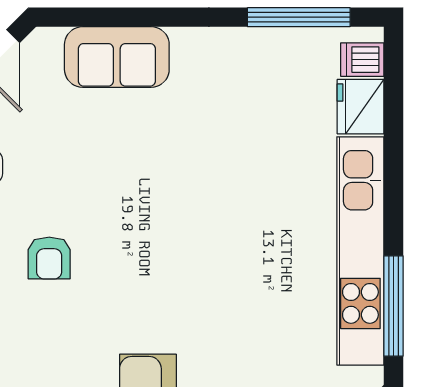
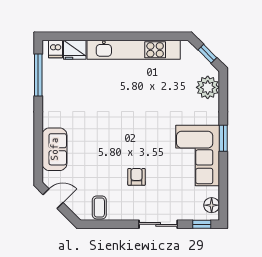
armchair: (49, 258) -> (137, 177), turned -90
window: (394, 306) -> (156, 36), removed

